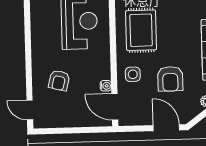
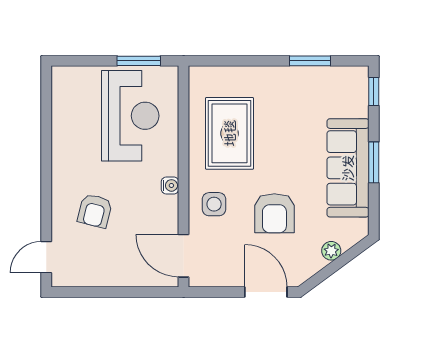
water cooler: (106, 86) -> (170, 185), moved
door: (30, 110) -> (46, 257), hinge flipped

